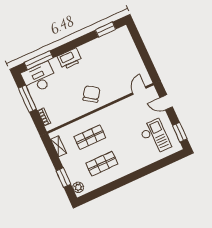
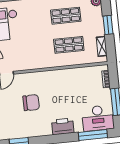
chair: (91, 94) -> (31, 103), moved, turned -124
window: (63, 178) -> (108, 25), moved

